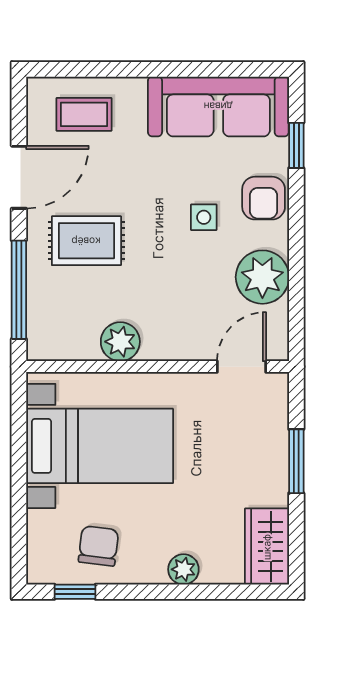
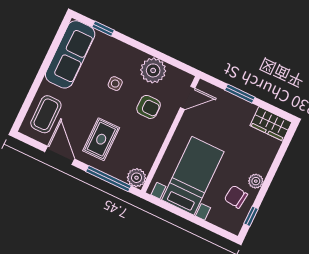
coffee table: (84, 114) -> (46, 114), width x1.36, depth x1.30
armchair: (264, 198) -> (149, 107), moved
plant: (120, 342) -> (137, 178), moved
door: (242, 367) -> (188, 98), swing flipped
plant: (183, 569) -> (256, 181), moved

